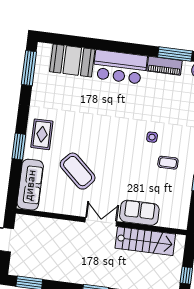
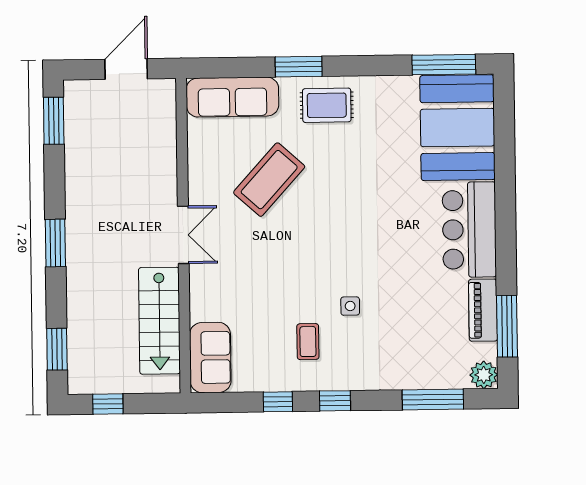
booth: (72, 61) -> (457, 128), width x1.36, depth x1.42
sofa: (139, 213) -> (210, 358), moved

